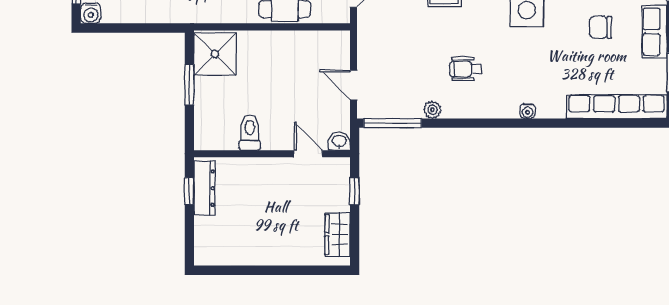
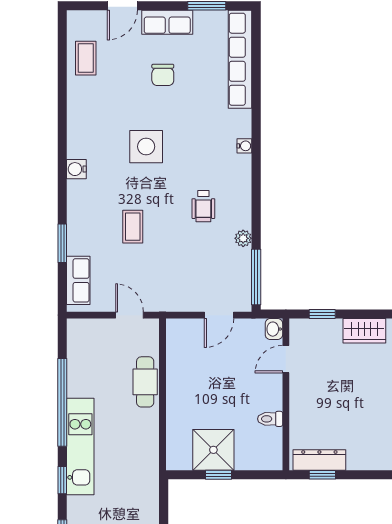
shower: (215, 54) -> (213, 450), moved
window: (189, 84) -> (219, 475), width x0.67
toilet: (250, 133) -> (270, 419), width x0.73, depth x0.72

